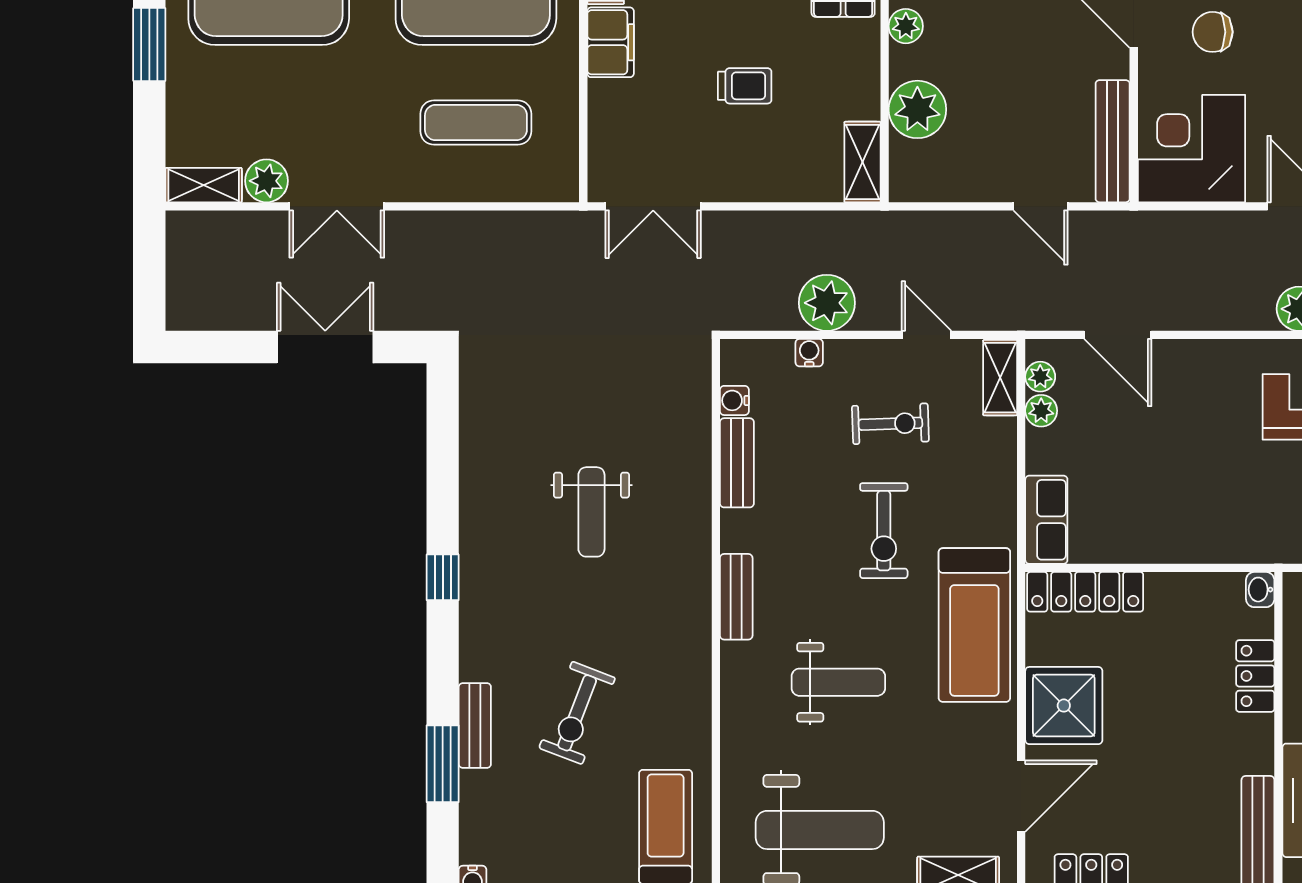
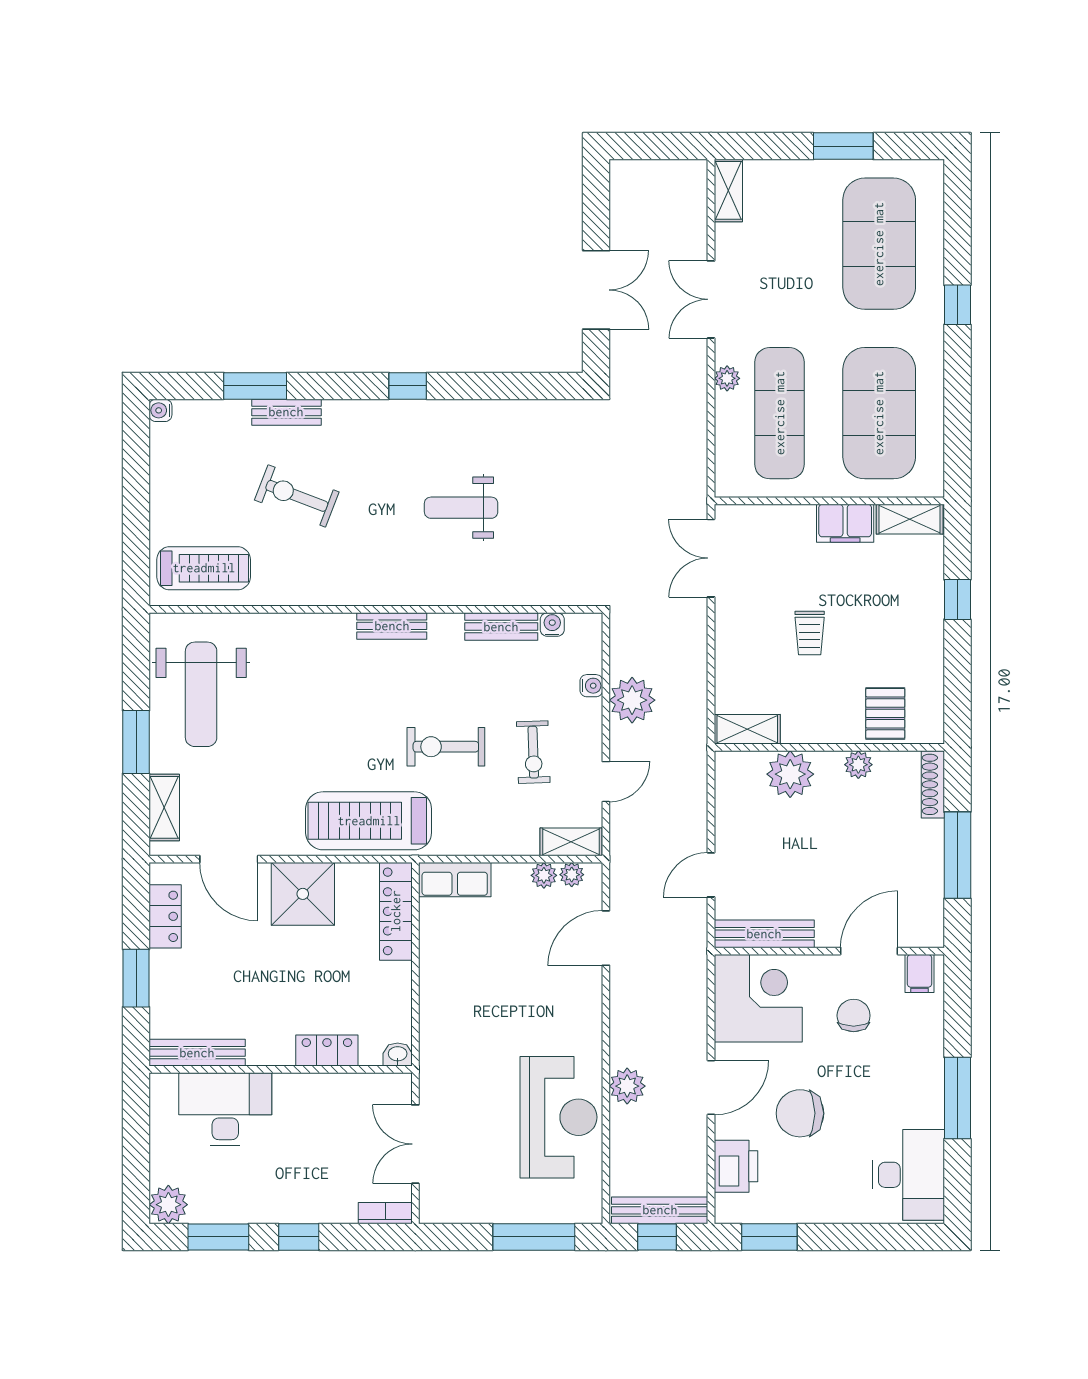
exercise mat: (476, 123) -> (780, 413), width x1.36, depth x1.45
plant: (266, 181) -> (727, 378), moved, width x0.73, depth x0.73
weight bench: (838, 682) -> (322, 710), removed

